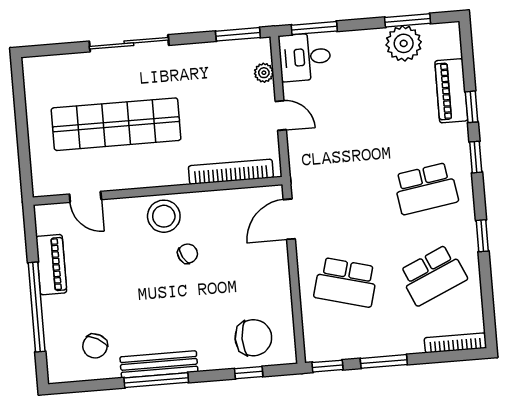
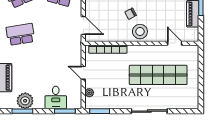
desk: (305, 57) -> (56, 97), moved, turned 90
door: (289, 219) -> (83, 25), hinge flipped

